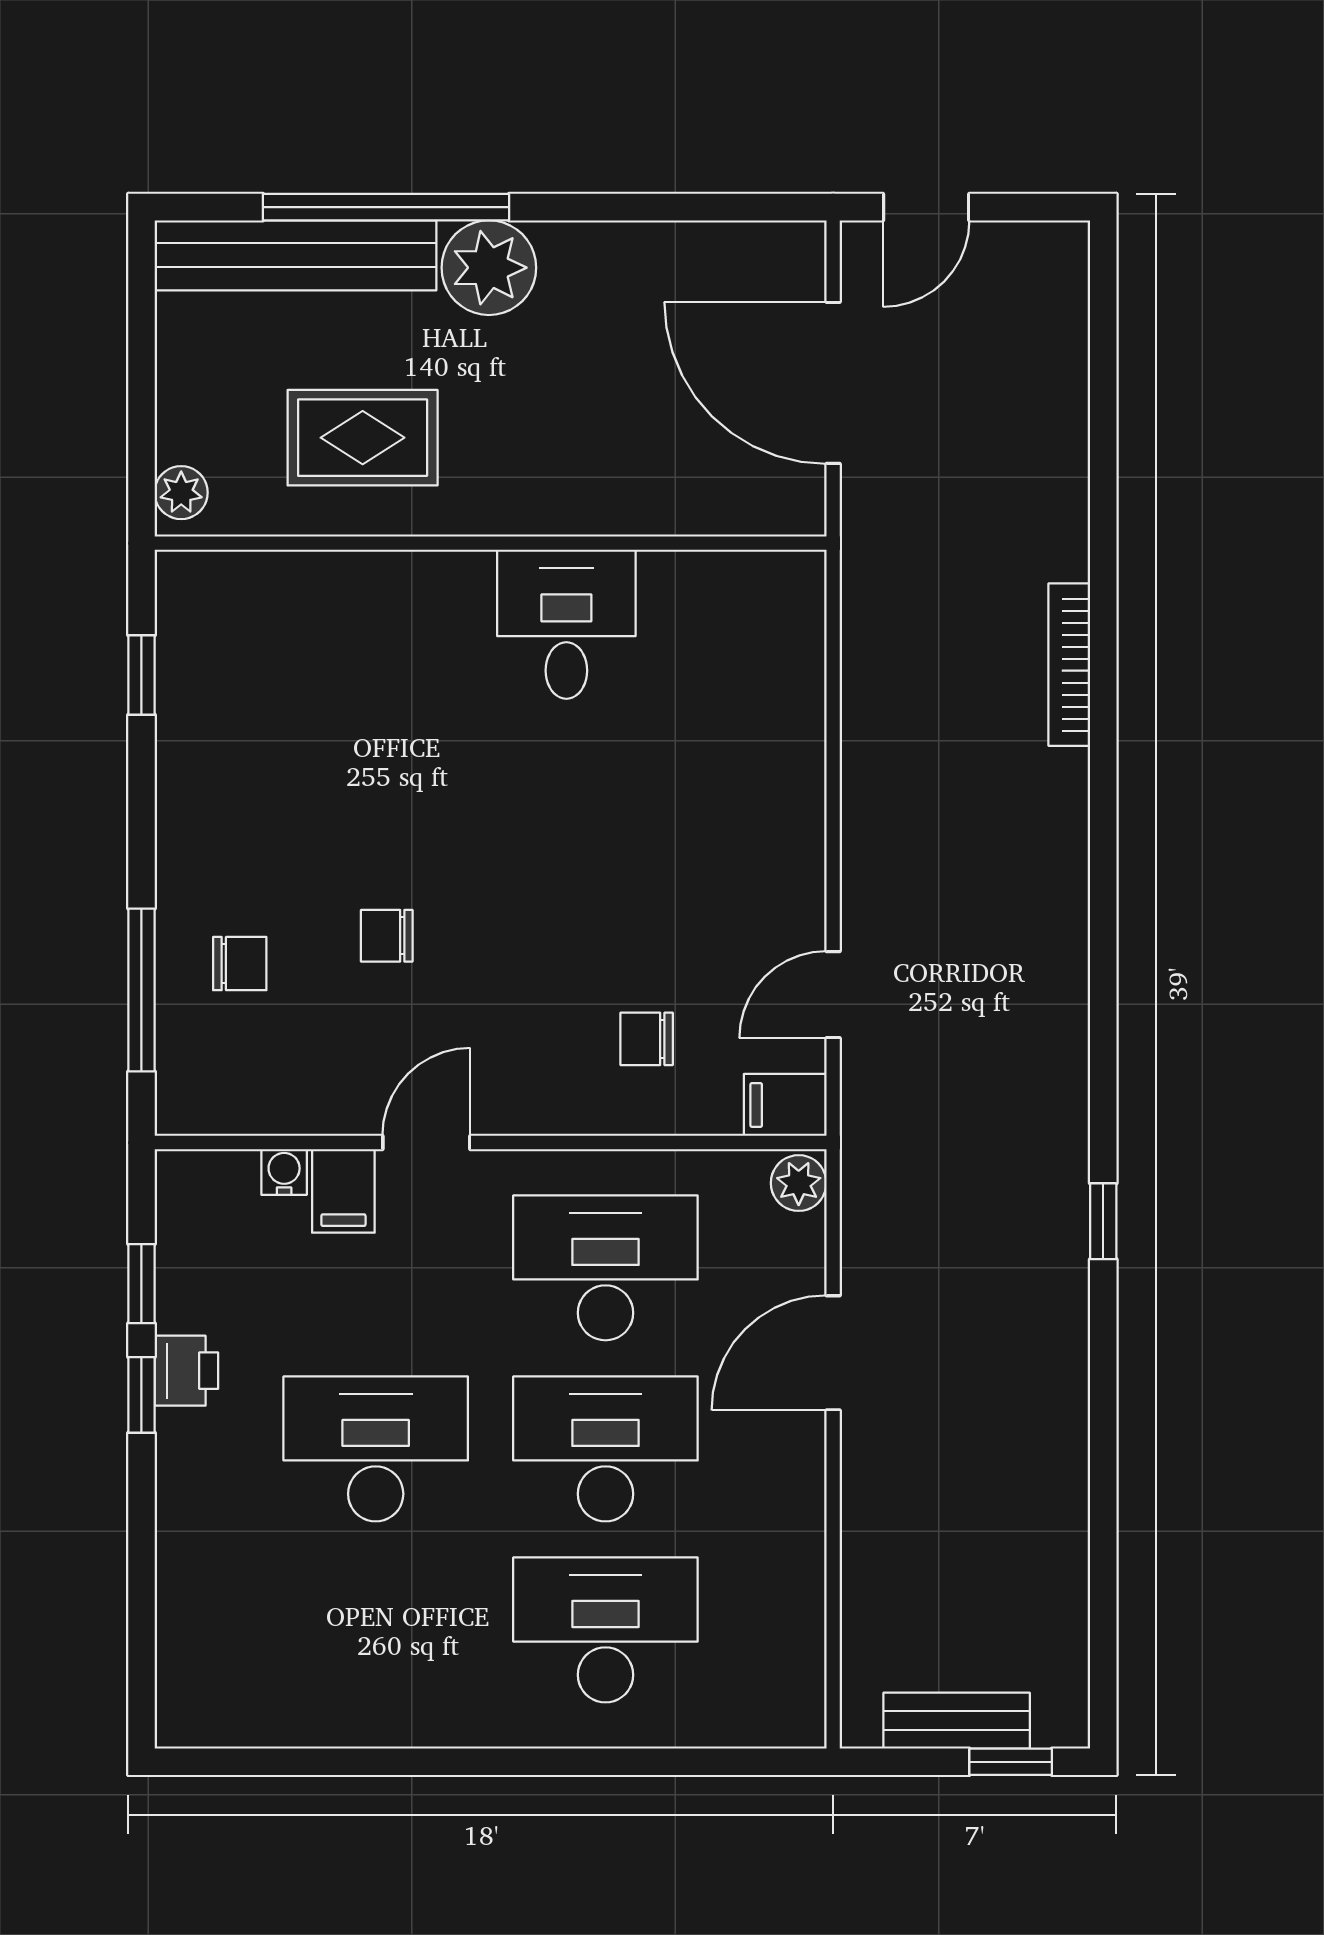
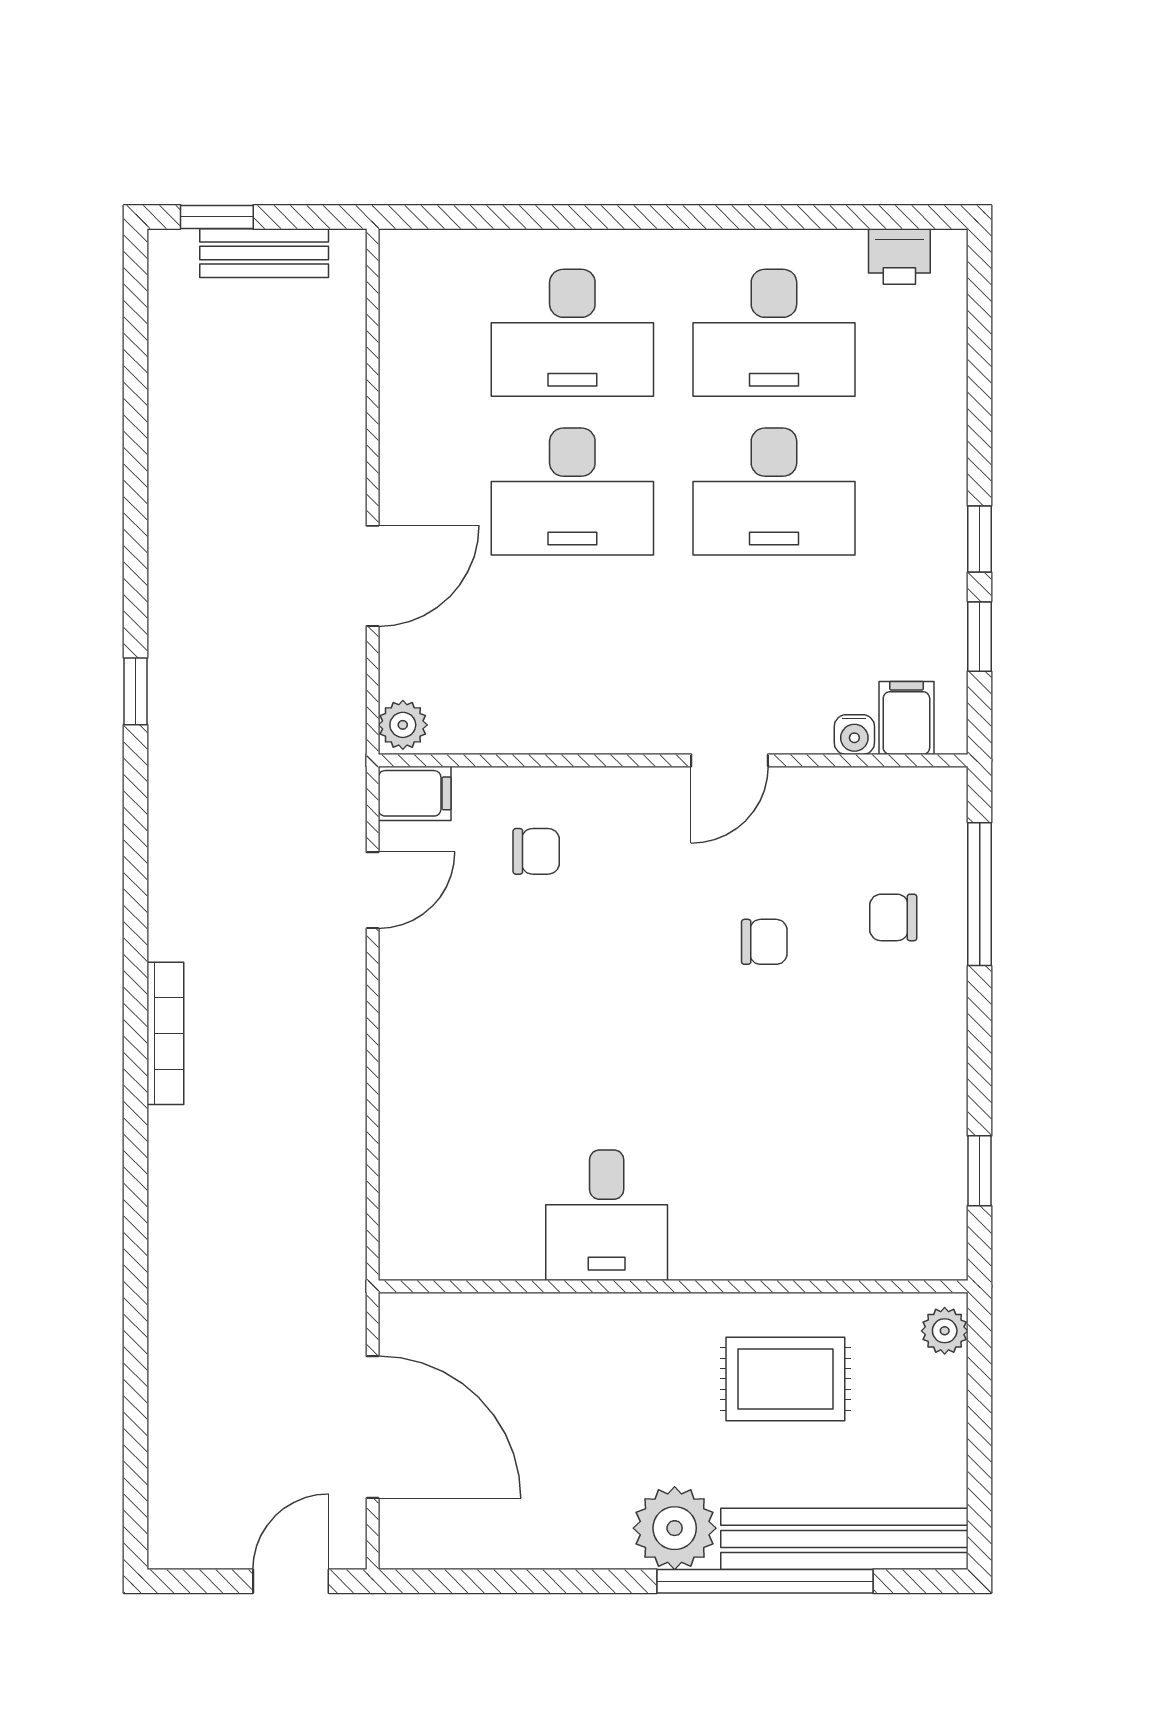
bookcase: (1069, 665) -> (165, 1033), moved
filing cabinet: (343, 1191) -> (906, 718), moved
desk: (605, 1268) -> (774, 333), moved
printer: (186, 1371) -> (899, 256), moved, turned -90

